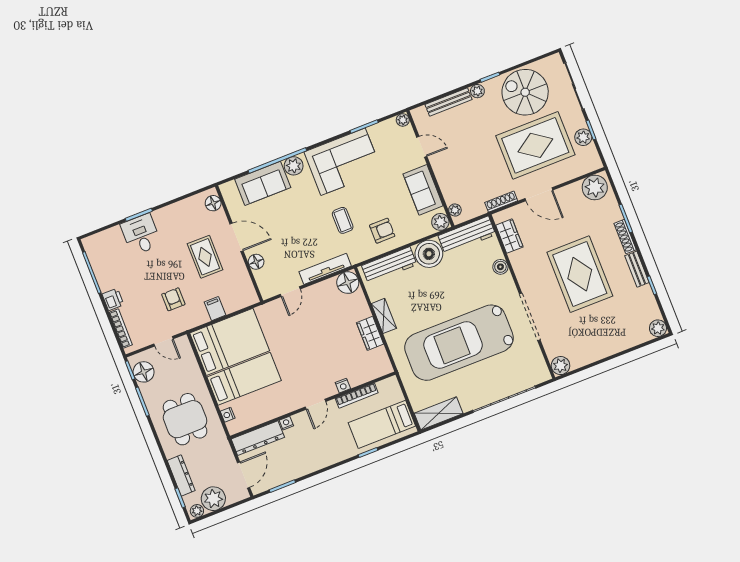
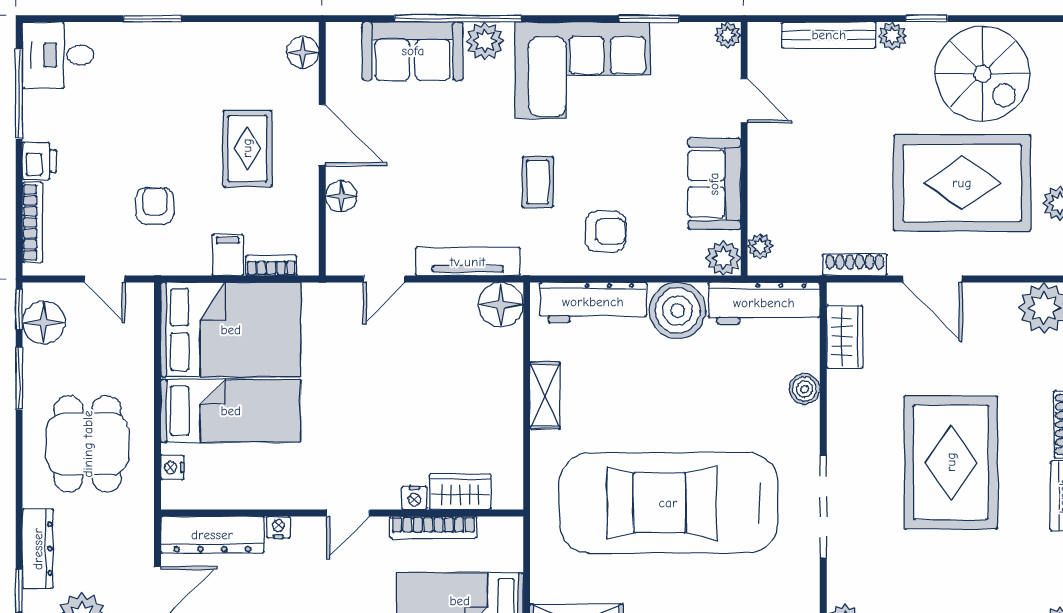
spiral stairs: (525, 92) -> (982, 74), turned 180
desk: (141, 234) -> (58, 55), moved, turned -90
bookcase: (237, 306) -> (271, 266), added
wardrobe: (370, 333) -> (460, 492), moved, turned 90

